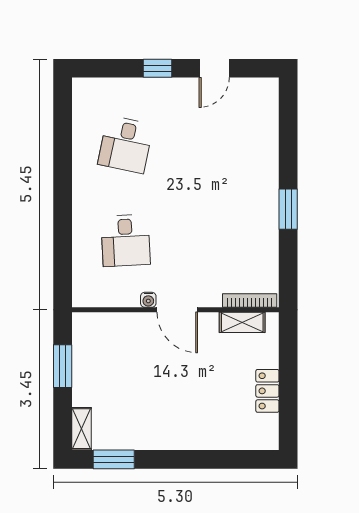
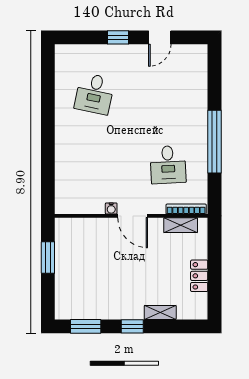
window: (288, 209) -> (215, 142), width x2.11
desk: (126, 240) -> (168, 165), moved
shelving: (81, 429) -> (160, 312), moved, turned 90
window: (177, 459) -> (132, 326), added

